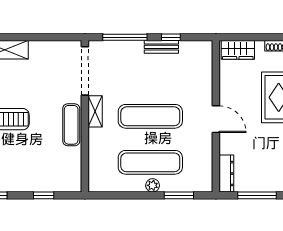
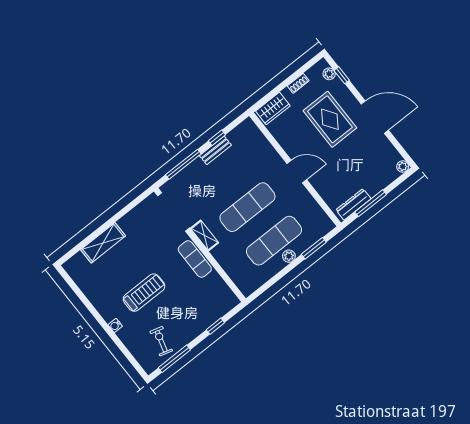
dresser: (226, 174) -> (353, 204), moved, turned -90

